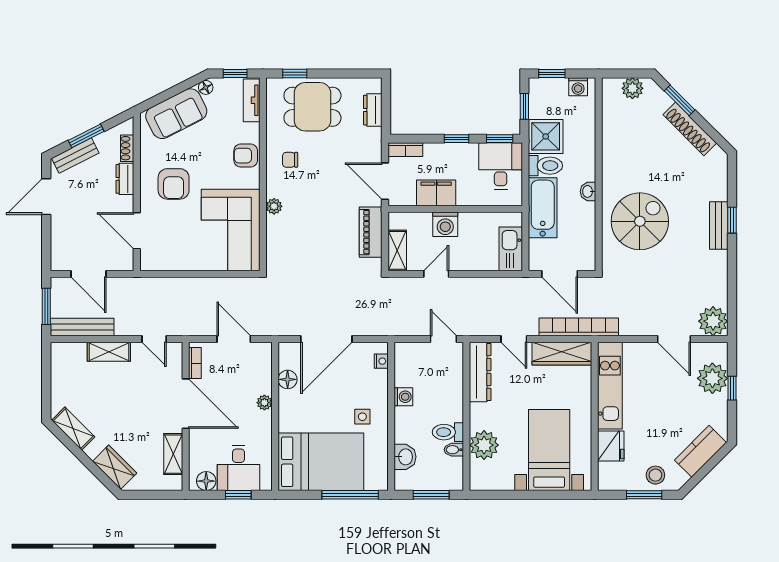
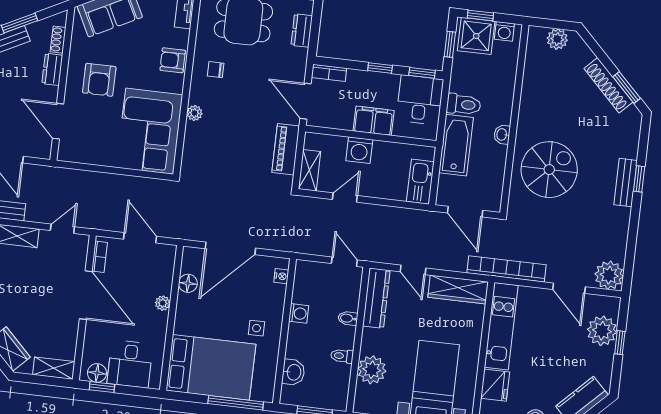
window: (680, 100) -> (627, 88), moved
shower: (546, 136) -> (476, 36), moved
filing cabinet: (436, 193) -> (374, 121), moved
bookcase: (579, 327) -> (506, 269), moved
door: (154, 339) -> (62, 229), swing flipped
toilet: (448, 432) -> (342, 356), width x0.73, depth x0.72
bidet: (454, 450) -> (348, 318), moved
shelving: (173, 454) -> (54, 368), moved, turned 90
window: (238, 495) -> (102, 387), moved

